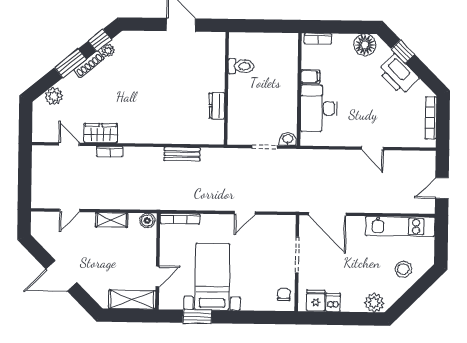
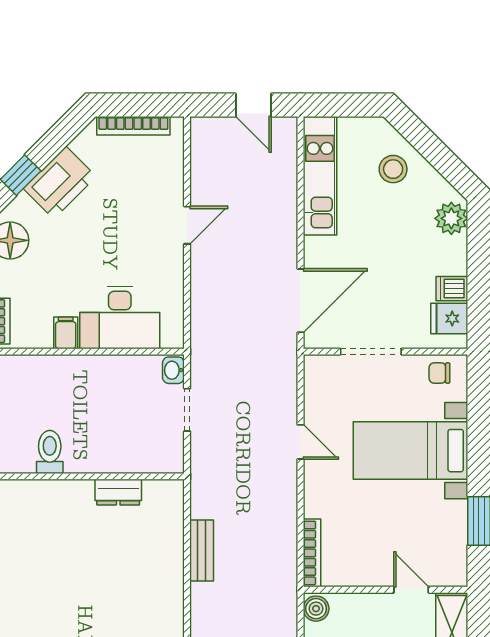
bed with nightstands: (212, 277) -> (411, 451), moved

